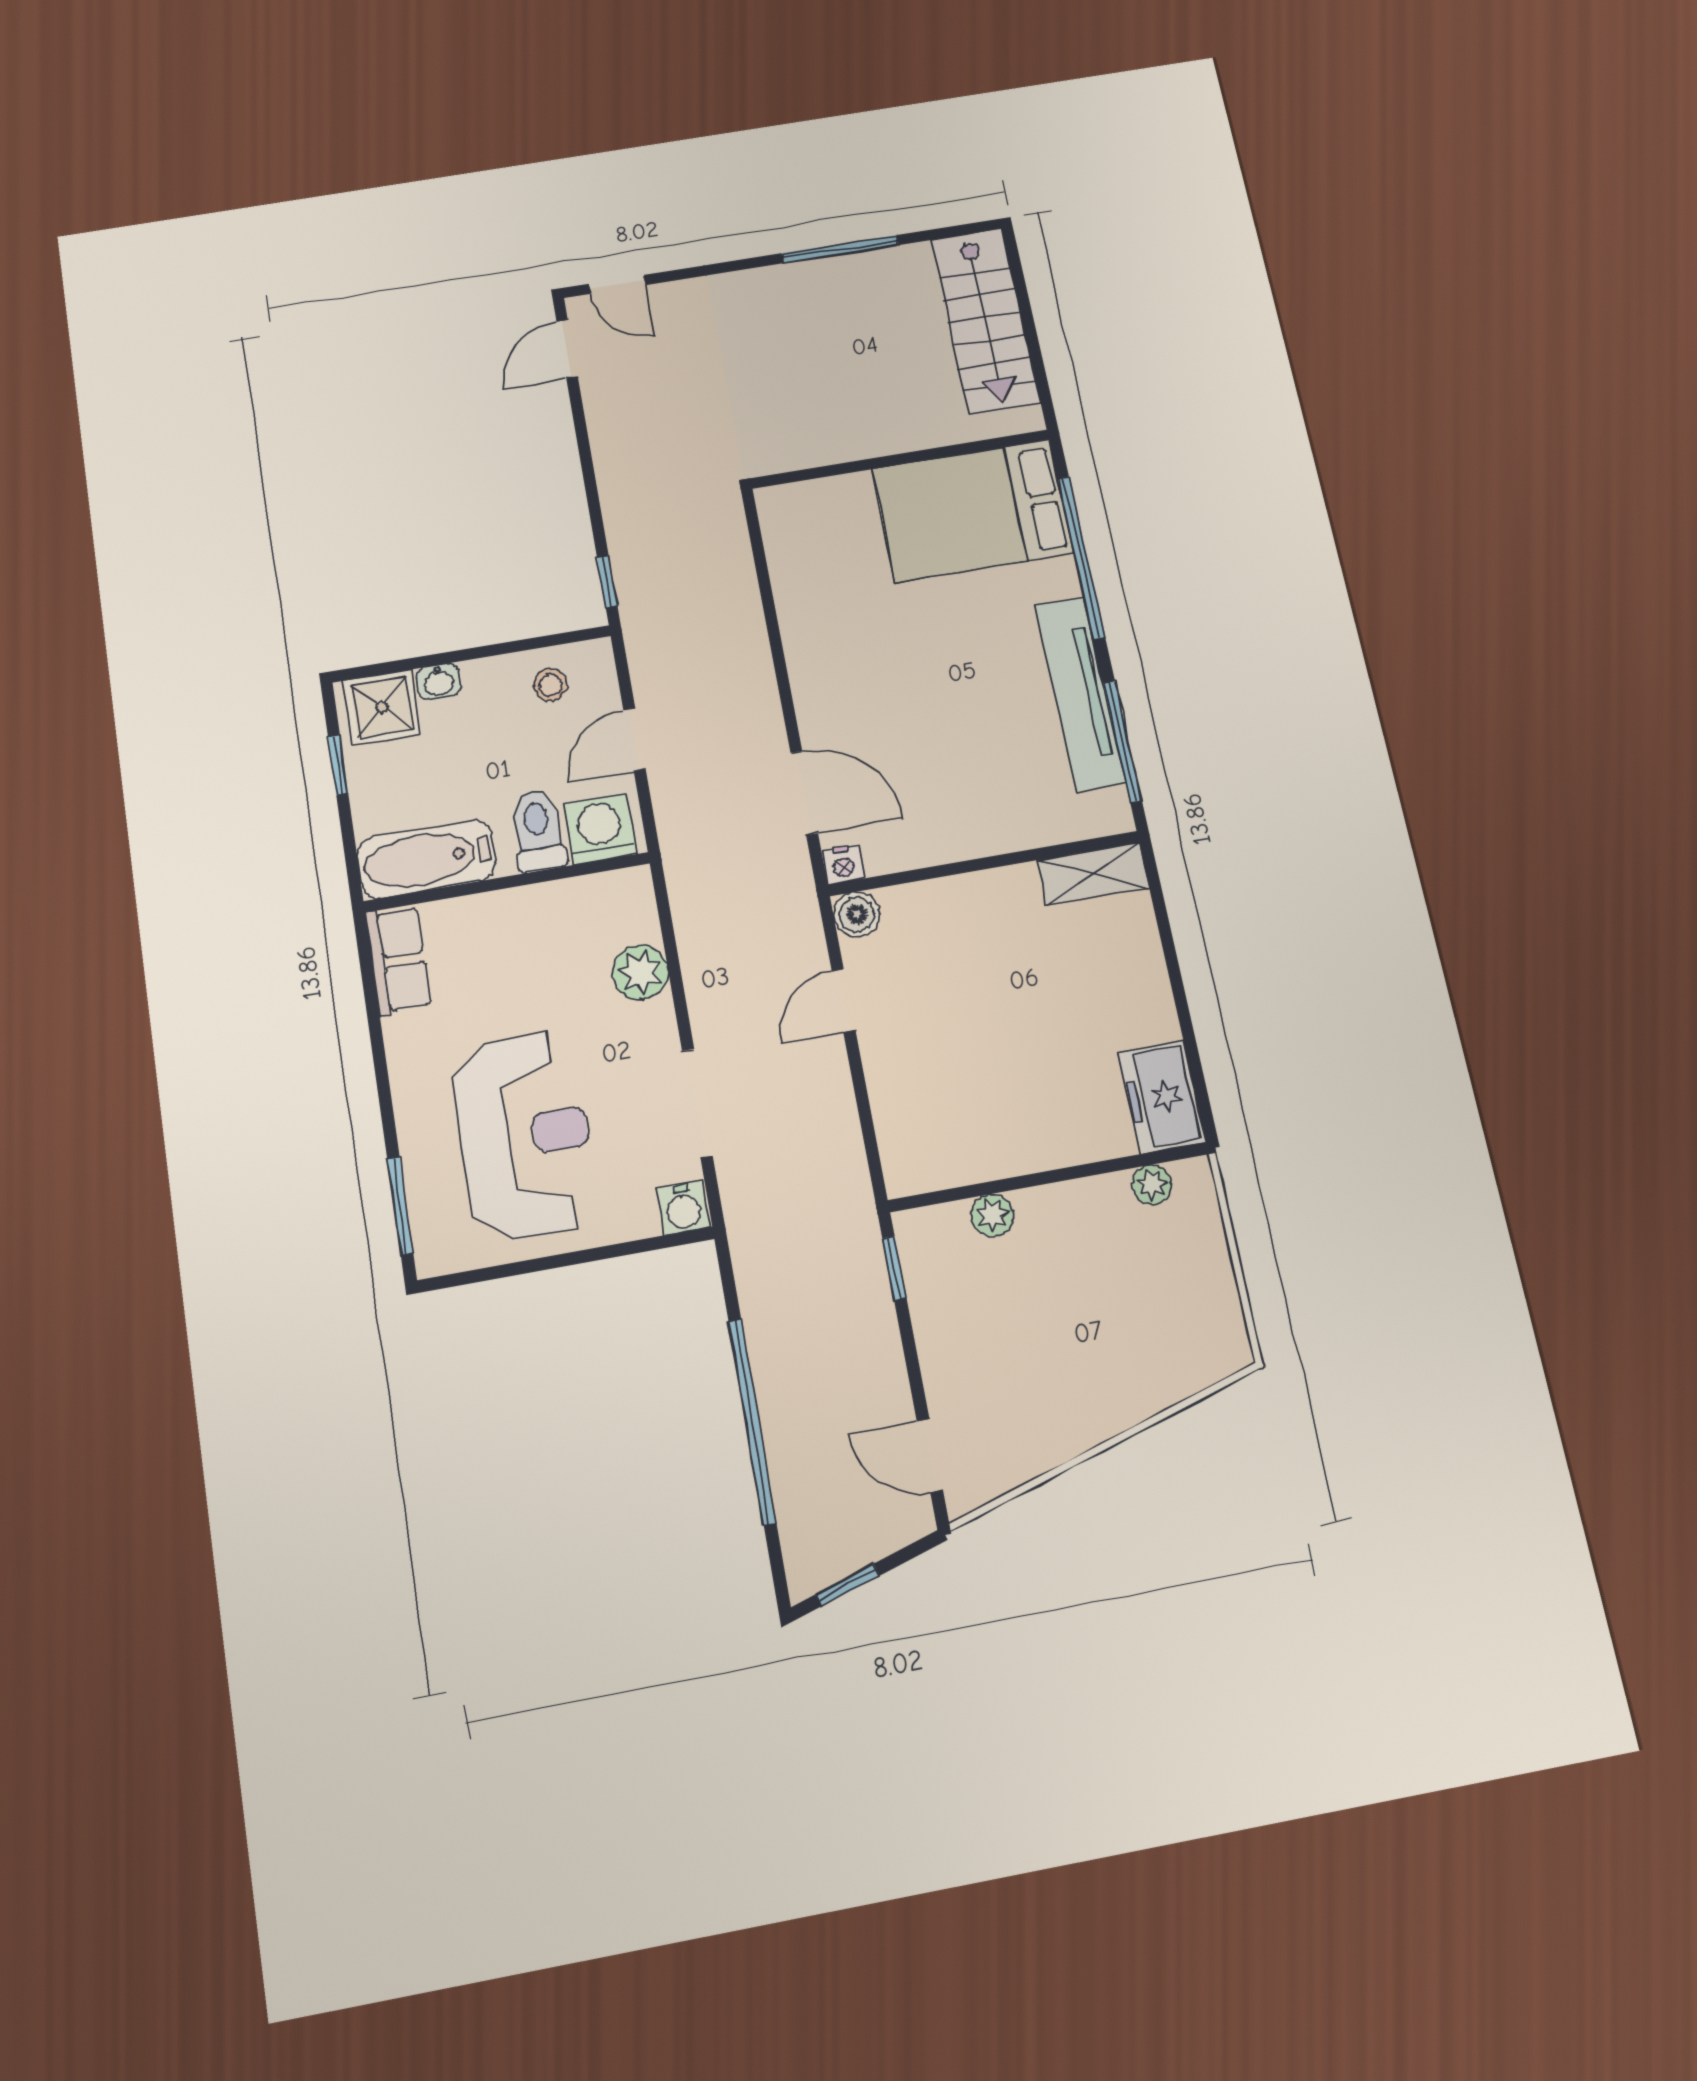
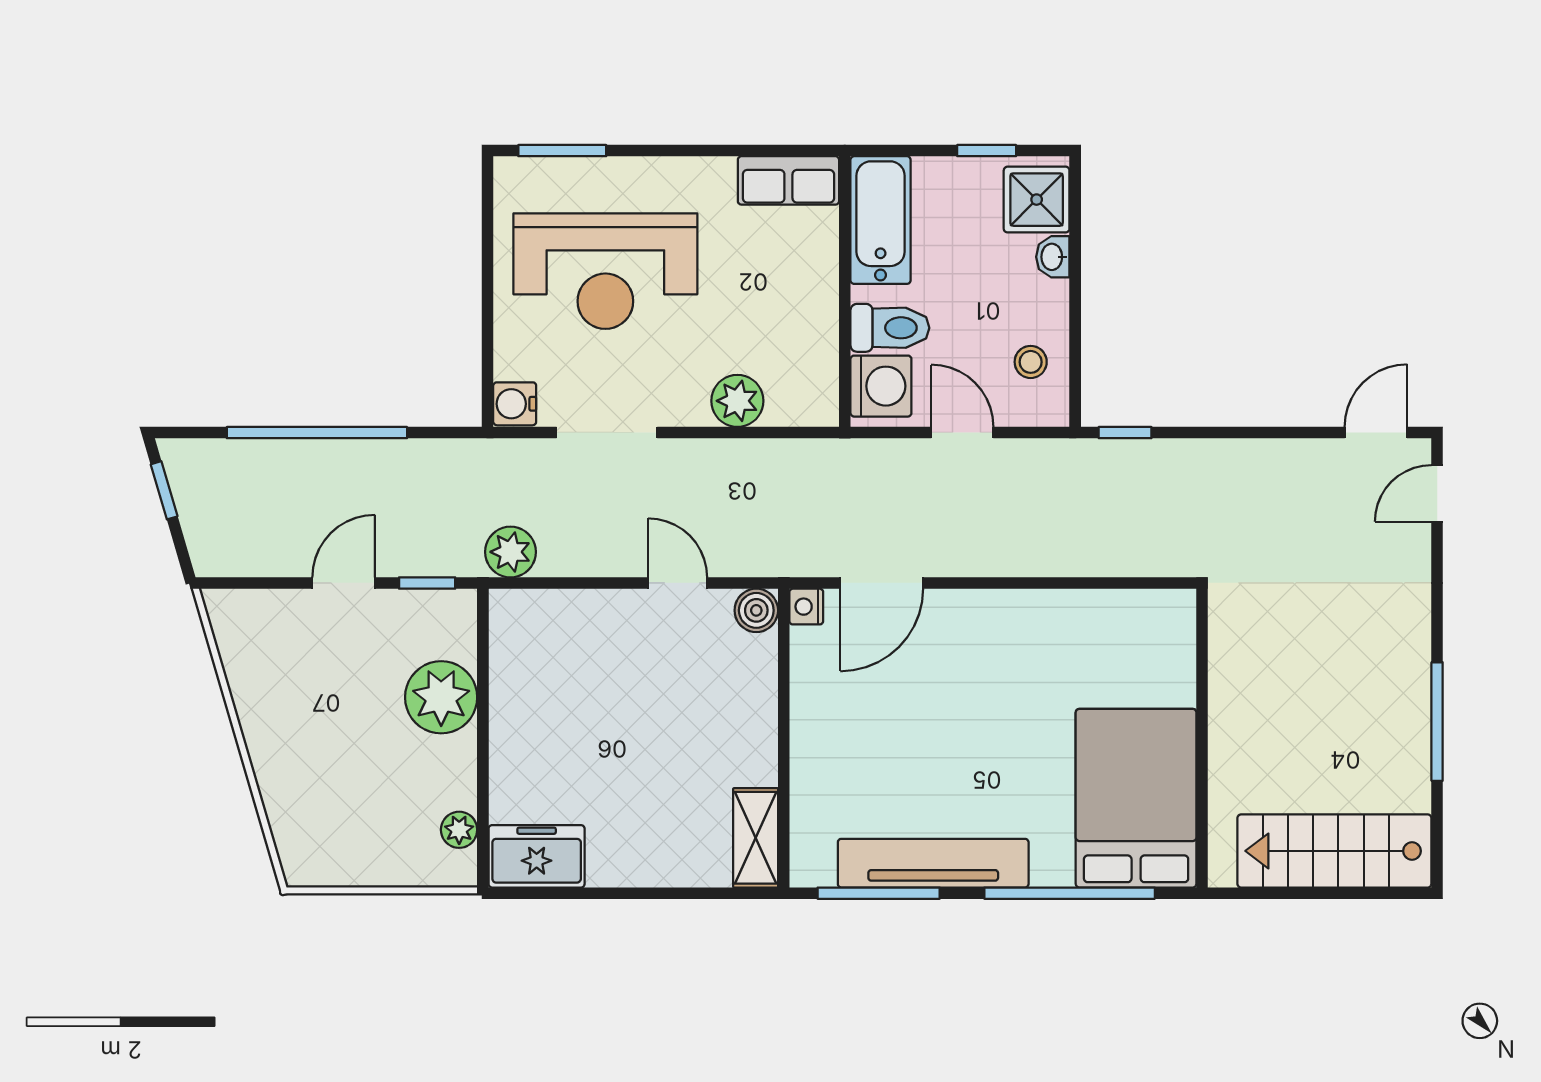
door: (567, 349) -> (1376, 433), hinge flipped
plant: (844, 1183) -> (510, 552), added
plant: (993, 1215) -> (441, 697), width x1.87, depth x1.87
door: (930, 1456) -> (344, 583), moved

